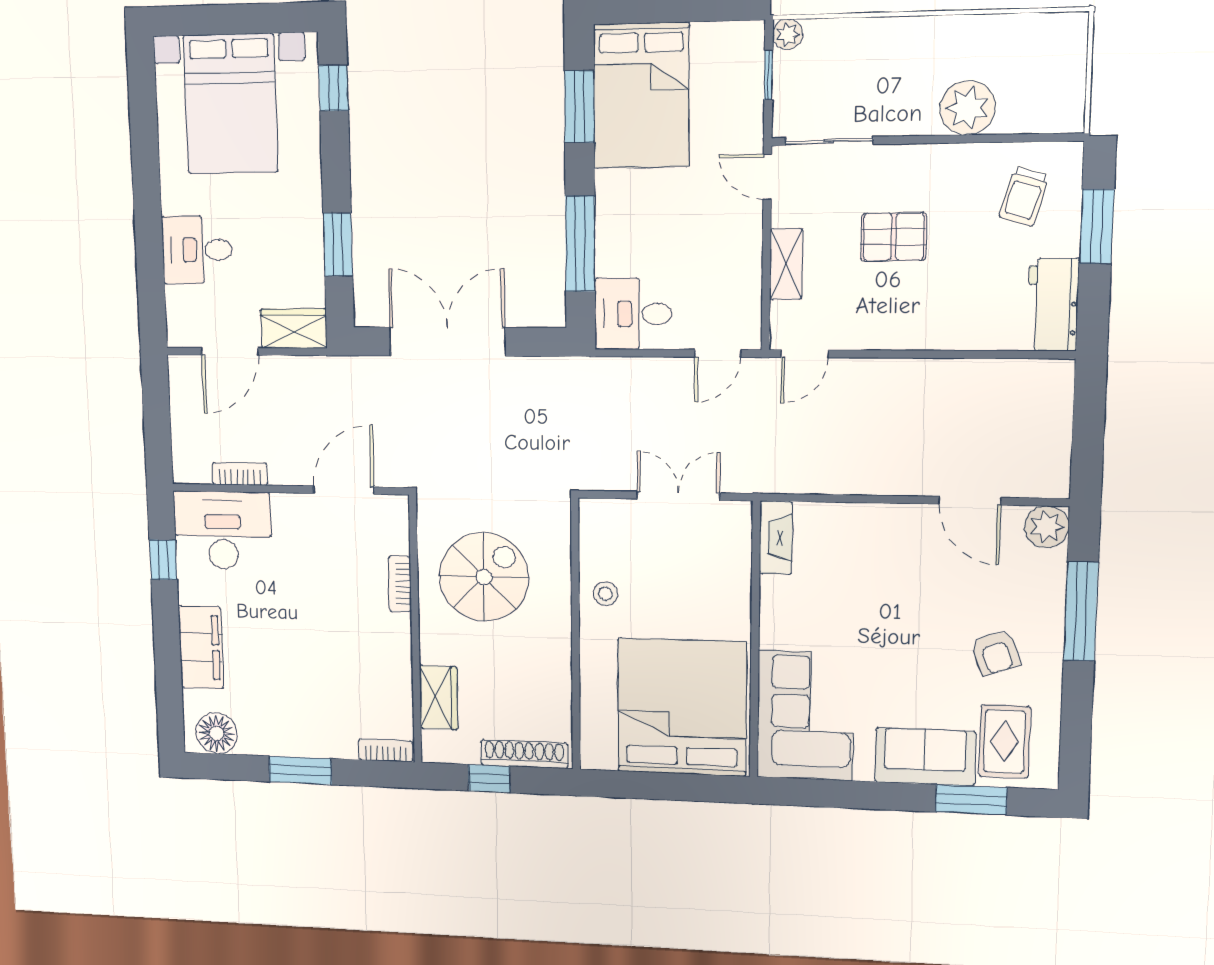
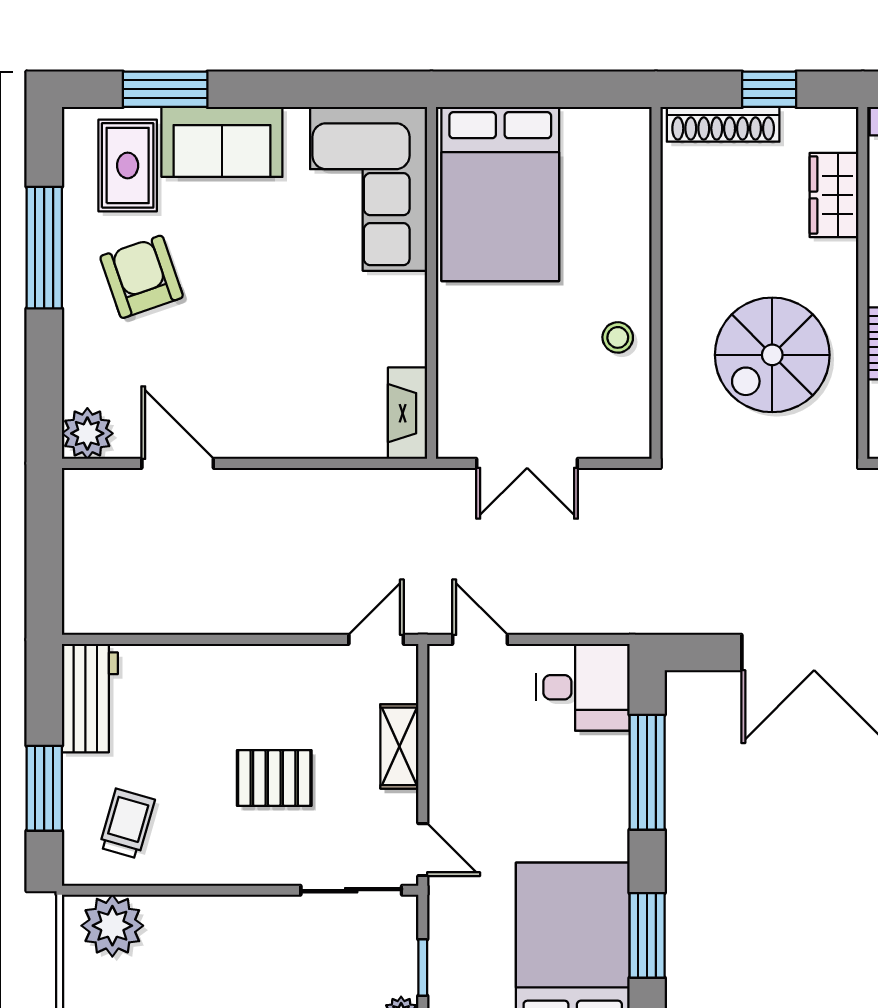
plant: (968, 108) -> (112, 926), moved
door: (718, 353) -> (480, 639), hinge flipped
window: (1081, 611) -> (44, 248), moved
armchair: (996, 653) -> (142, 277), width x1.38, depth x1.38
bed: (682, 707) -> (500, 194), width x0.73

